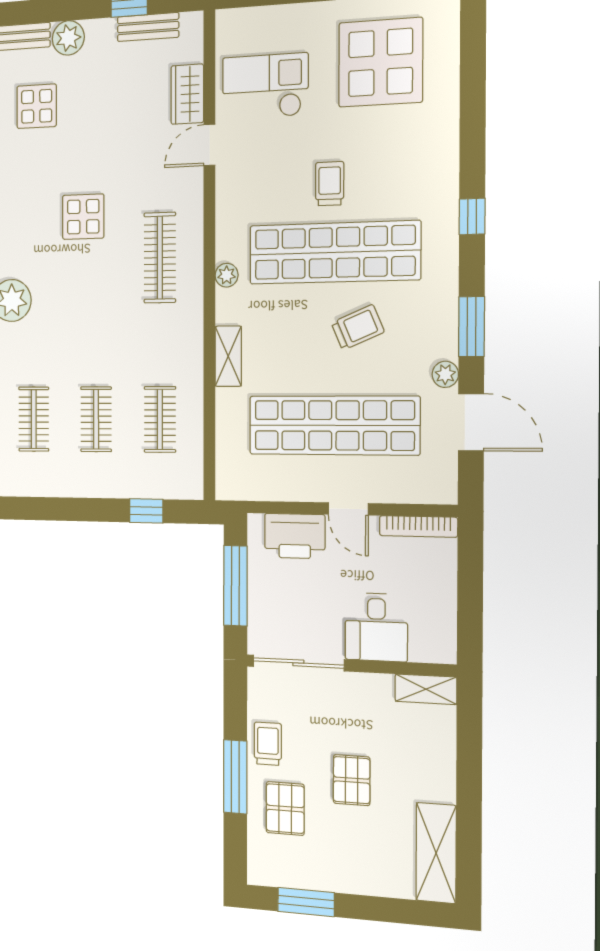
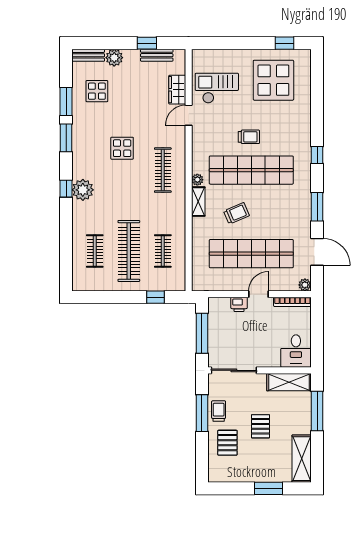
trolley: (330, 184) -> (249, 137), turned 90
trolley: (358, 327) -> (236, 213), moved
shelving: (228, 356) -> (198, 202), moved
plant: (445, 374) -> (305, 285), moved
clothes rail: (96, 419) -> (129, 251), width x1.86, depth x1.31
door: (348, 509) -> (258, 294), swing flipped
printer: (295, 536) -> (239, 304), width x0.53, depth x0.68
desk: (376, 627) -> (296, 351), moved
shelving: (426, 689) -> (289, 382), width x1.50, depth x1.33
window: (469, 756) -> (317, 411), added
window: (235, 777) -> (202, 413), moved
window: (306, 902) -> (269, 488), moved

